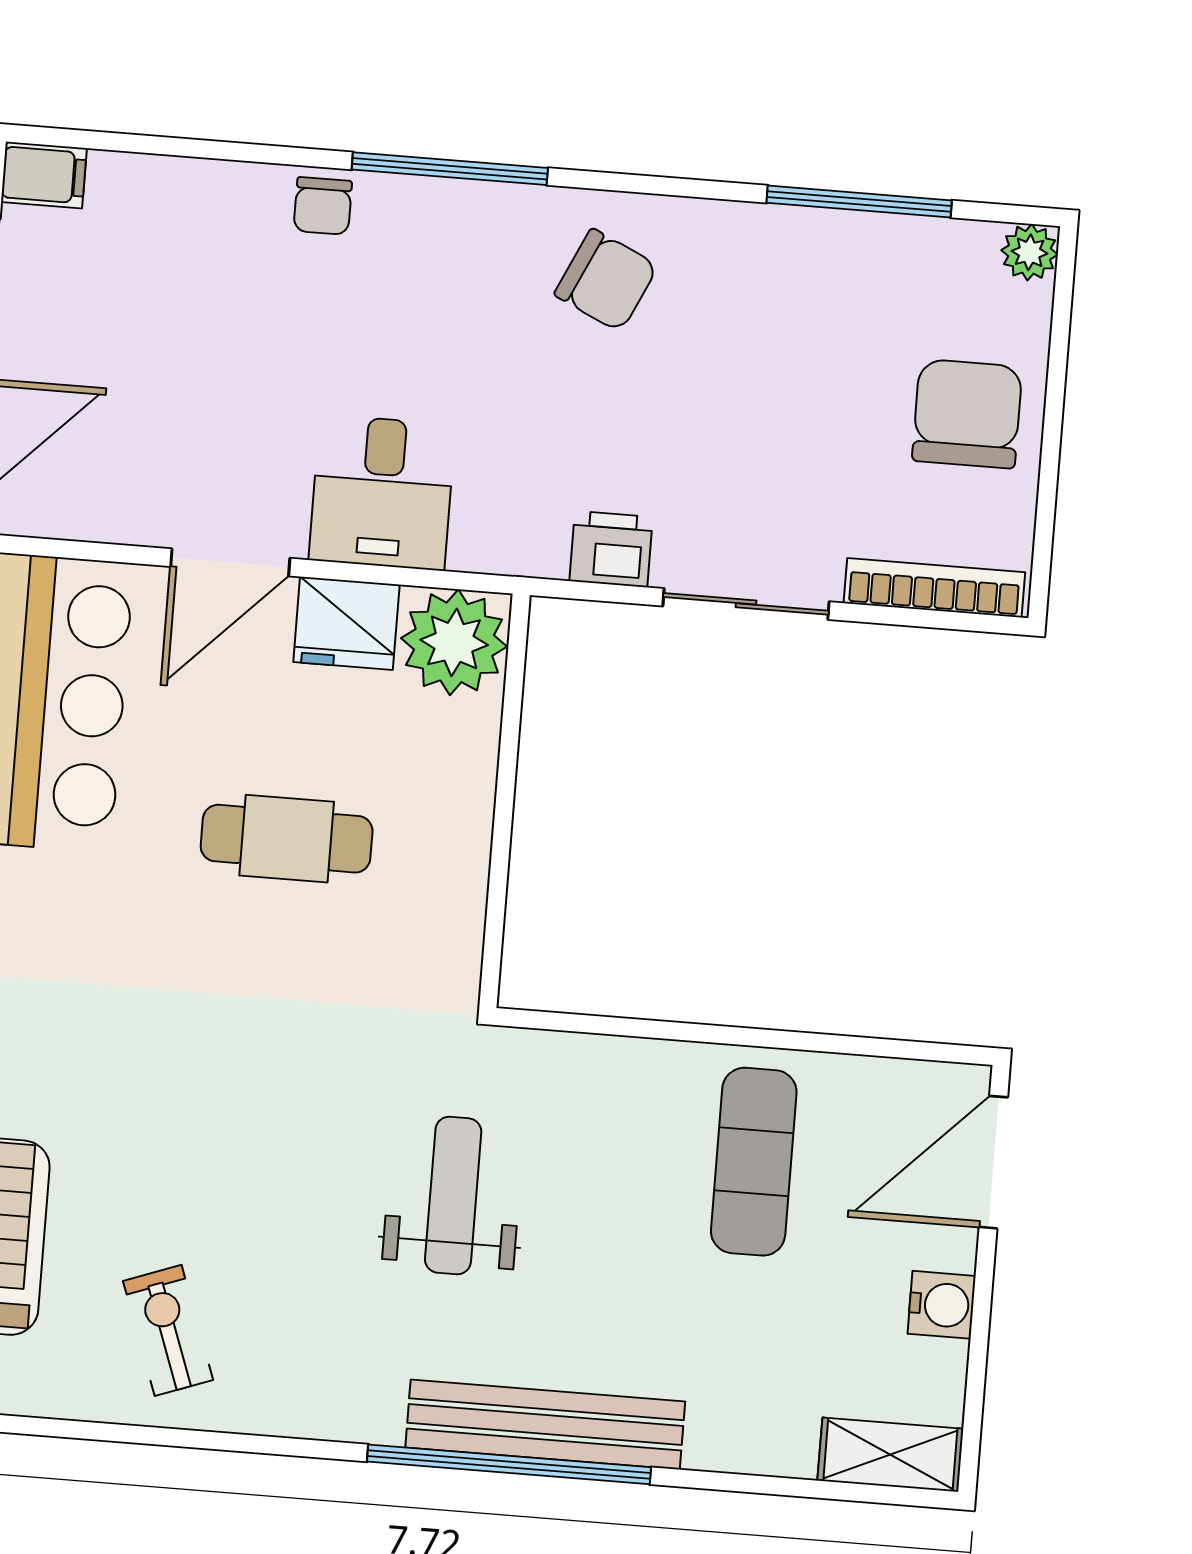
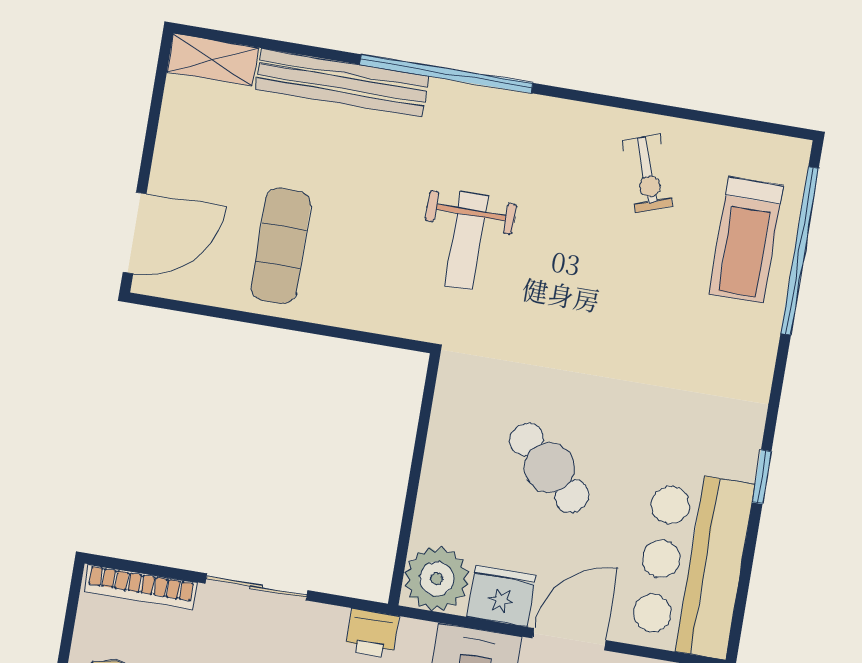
printer: (611, 549) -> (372, 634), moved
cafe table: (287, 839) -> (549, 468), turned 42
water cooler: (942, 1305) -> (174, 149), removed
bench: (545, 1424) -> (342, 83), moved

